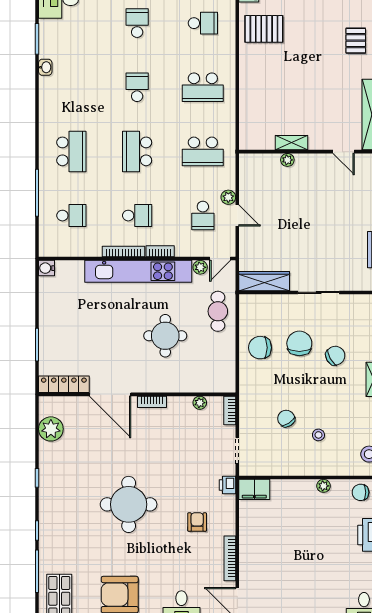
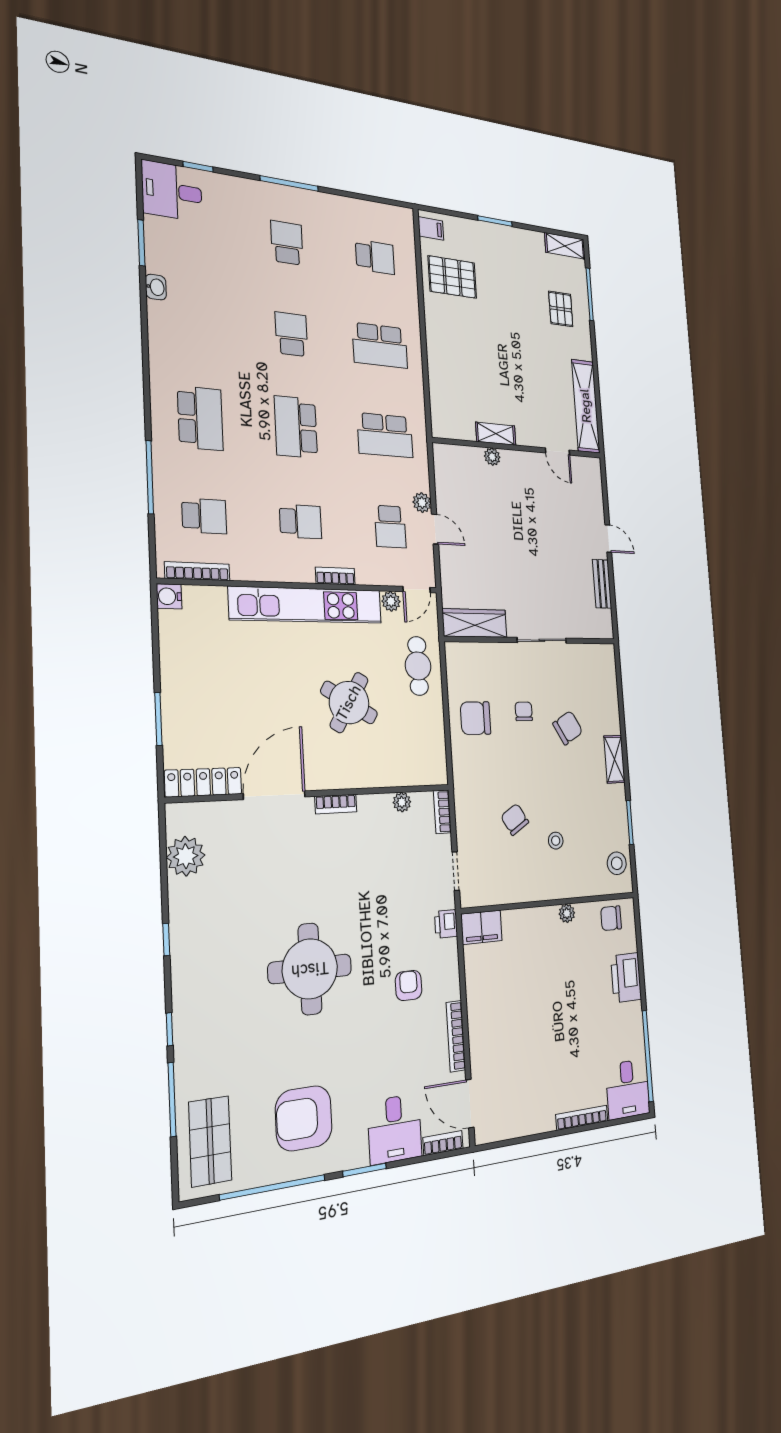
bookcase: (124, 251) -> (197, 571), moved
round table: (165, 336) -> (349, 703), turned 31
chair: (299, 343) -> (524, 711), width x0.54, depth x0.54
door: (110, 394) -> (274, 795), swing flipped

